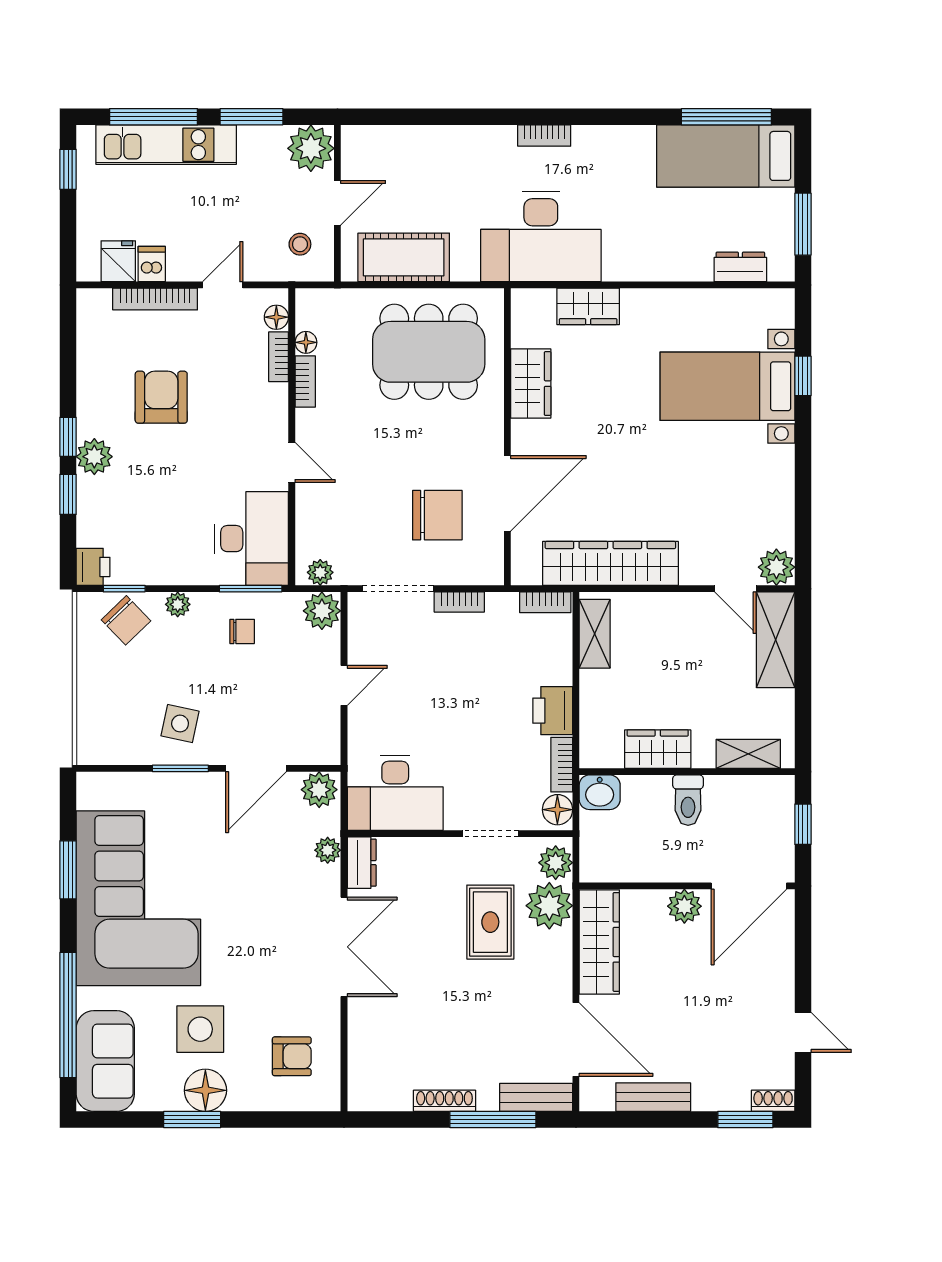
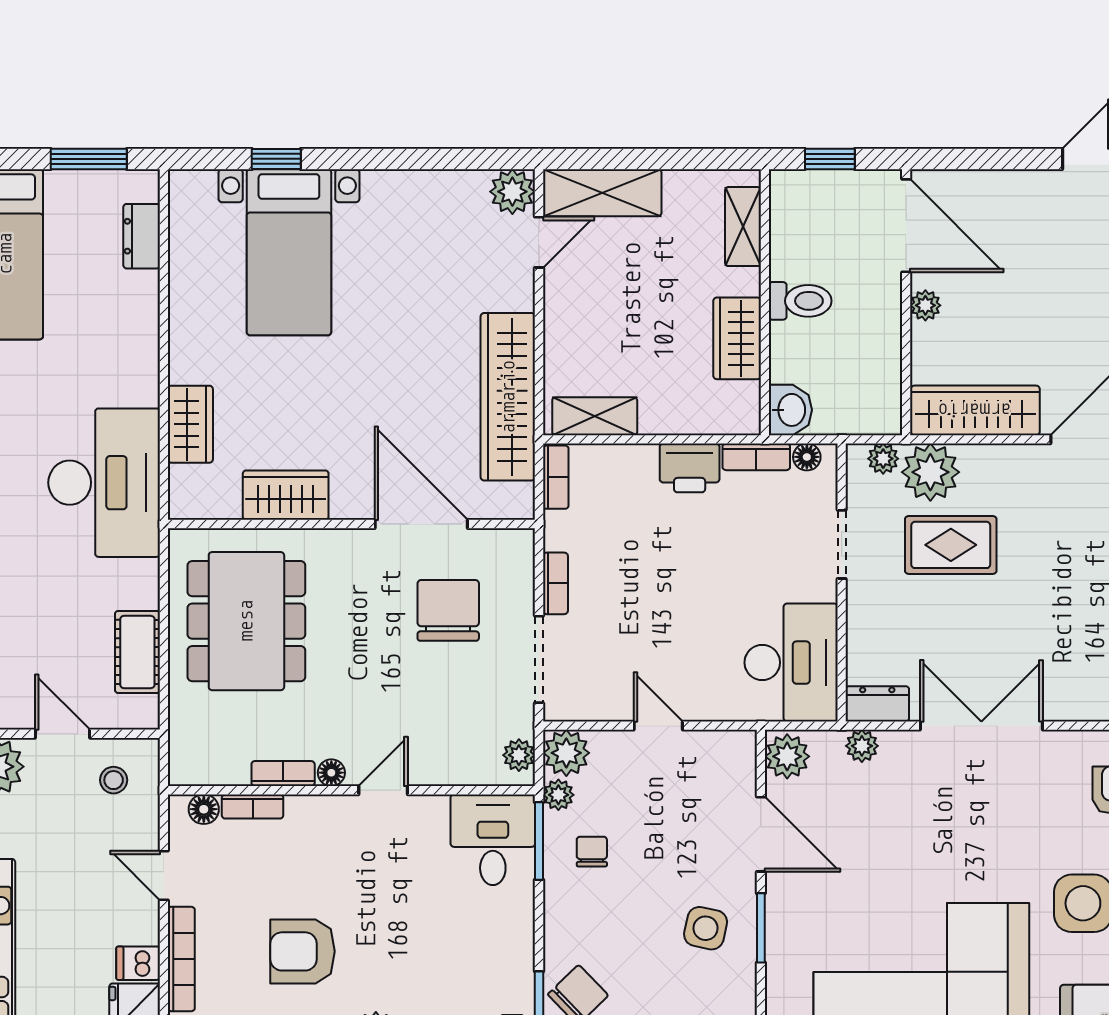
cot: (404, 257) -> (137, 652), width x0.73, depth x0.75
floor lamp: (306, 342) -> (331, 773), moved
desk: (252, 539) -> (493, 840), width x0.73
plant: (178, 604) -> (558, 795), moved
floor lamp: (557, 810) -> (807, 457), width x0.73, depth x0.73
plant: (556, 863) -> (883, 459), width x0.73, depth x0.73
plant: (684, 906) -> (925, 305), width x0.73, depth x0.73

